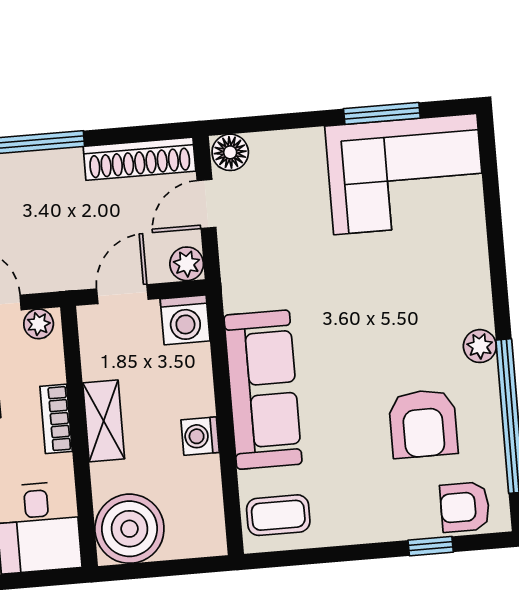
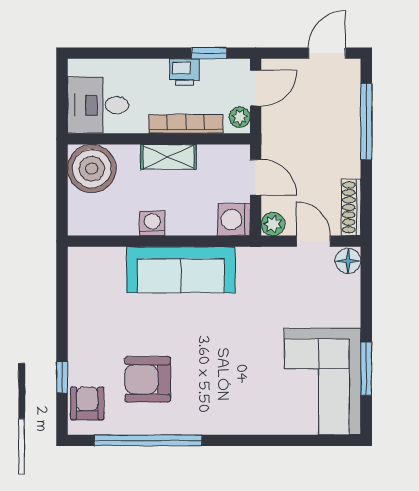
shoe rack: (139, 159) -> (351, 207), width x0.74, depth x0.81
plant: (480, 346) -> (198, 423), removed
bookcase: (56, 419) -> (186, 124), width x1.56
coffee table: (278, 515) -> (92, 273), removed

